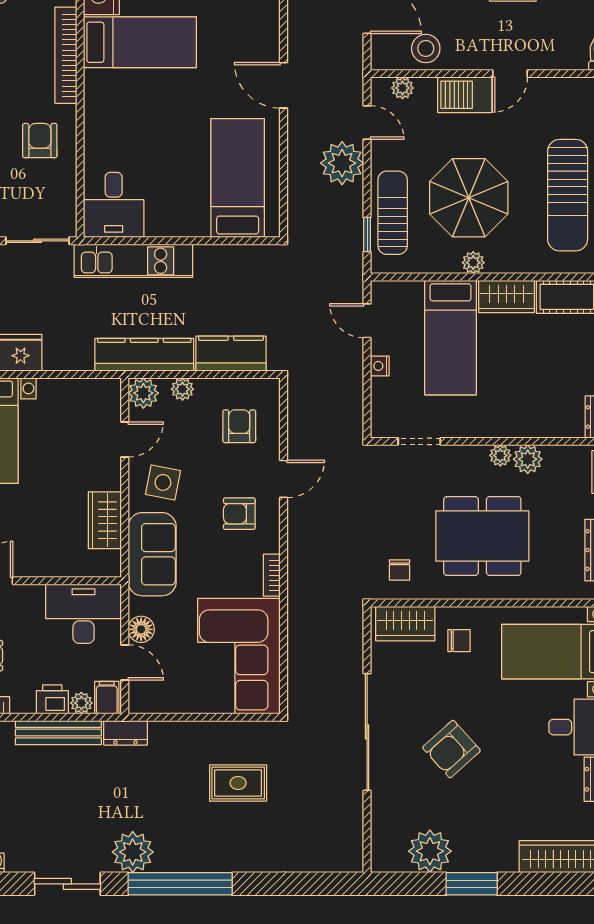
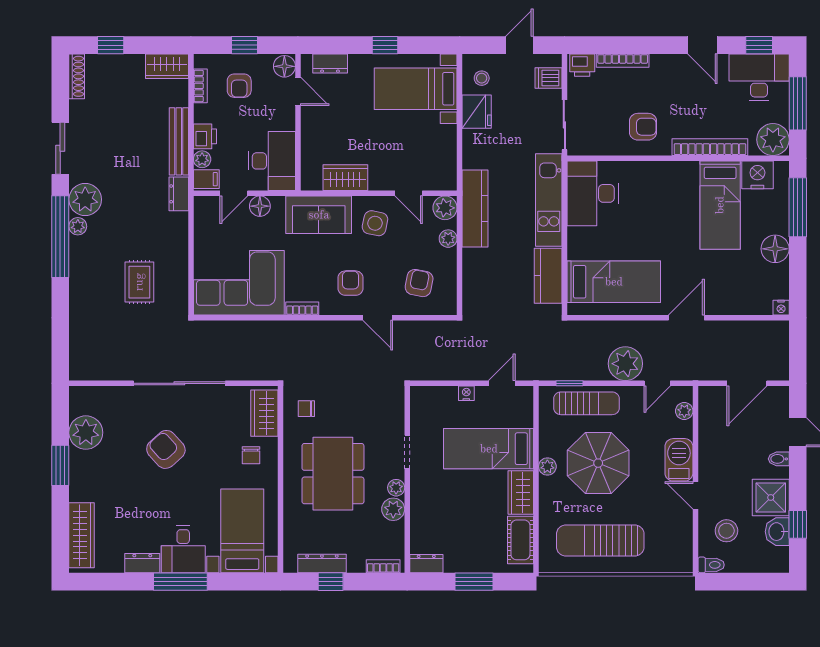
stool: (426, 48) -> (726, 531), moved
desk: (114, 205) -> (593, 193), width x1.37
kitchen counter: (231, 354) -> (548, 276), moved, turned 180
armchair: (239, 426) -> (419, 283), turned -79
doorway: (419, 441) -> (407, 452), moved
plant: (167, 861) -> (78, 226), added

